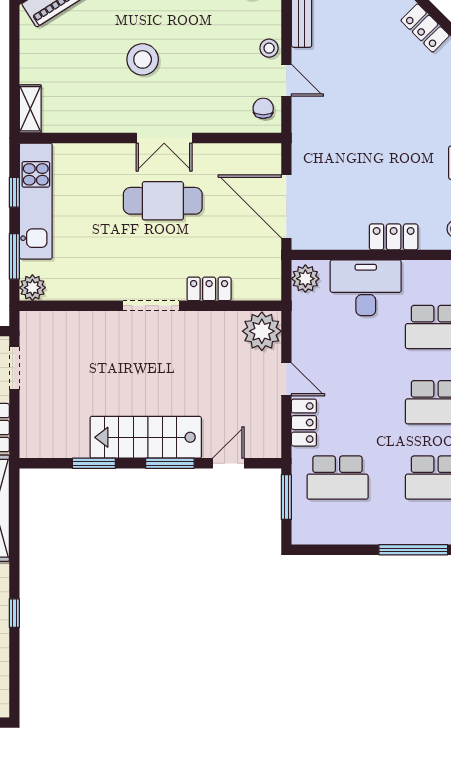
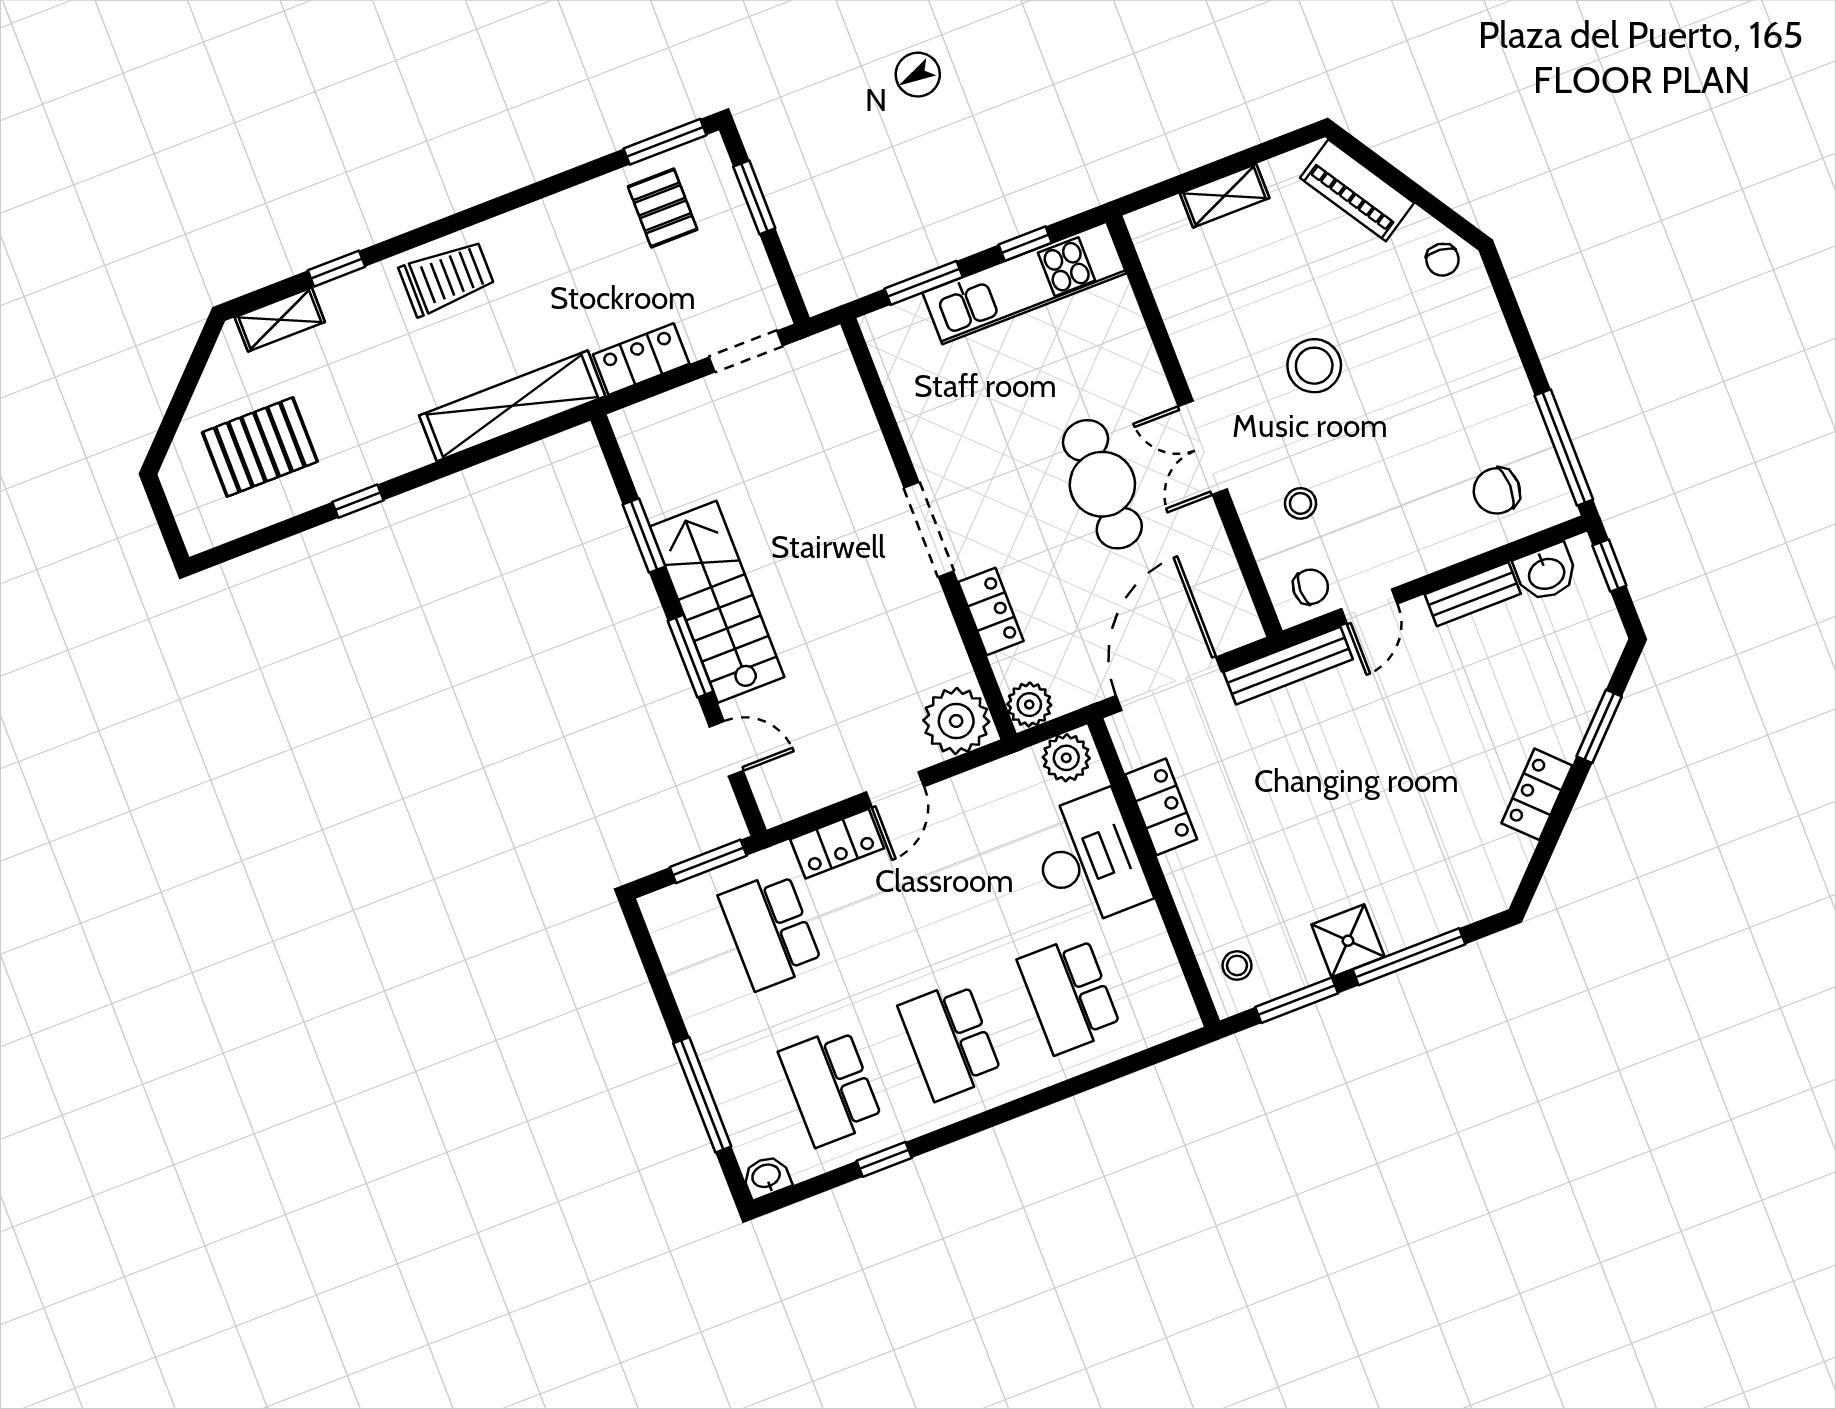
stool: (269, 48) -> (1300, 503), moved
shelving: (30, 109) -> (1225, 196), moved
bench: (302, 137) -> (1288, 666), added
locker: (394, 237) -> (1161, 807), moved
plant: (32, 288) -> (1029, 705), moved

